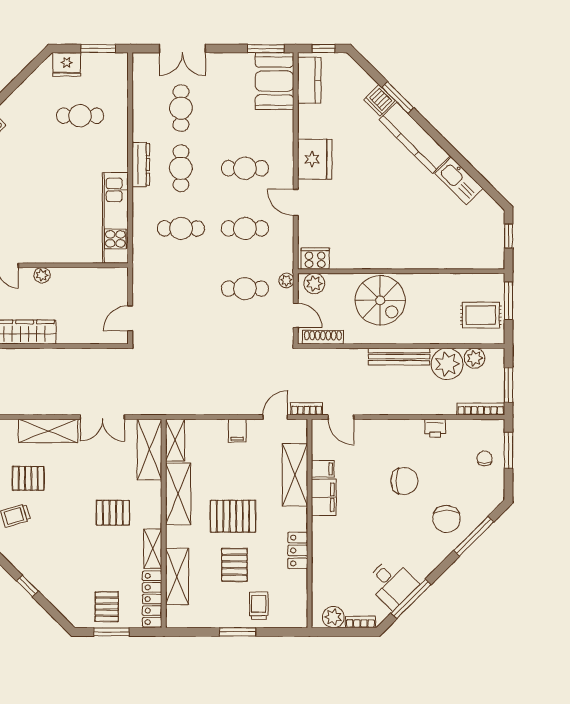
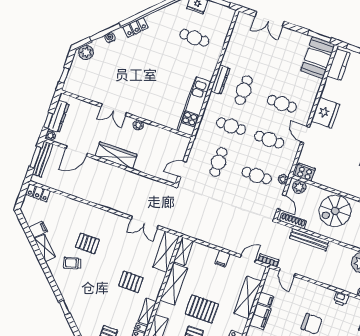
cafe table: (181, 108) -> (218, 162), moved
spiral stairs: (380, 300) -> (335, 211), turned 90
bench: (399, 357) -> (309, 240), moved
shelving: (48, 431) -> (109, 219), removed

